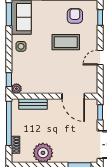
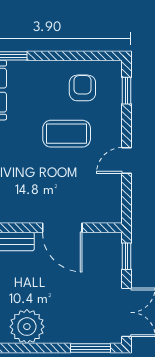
door: (73, 96) -> (62, 228), moved

